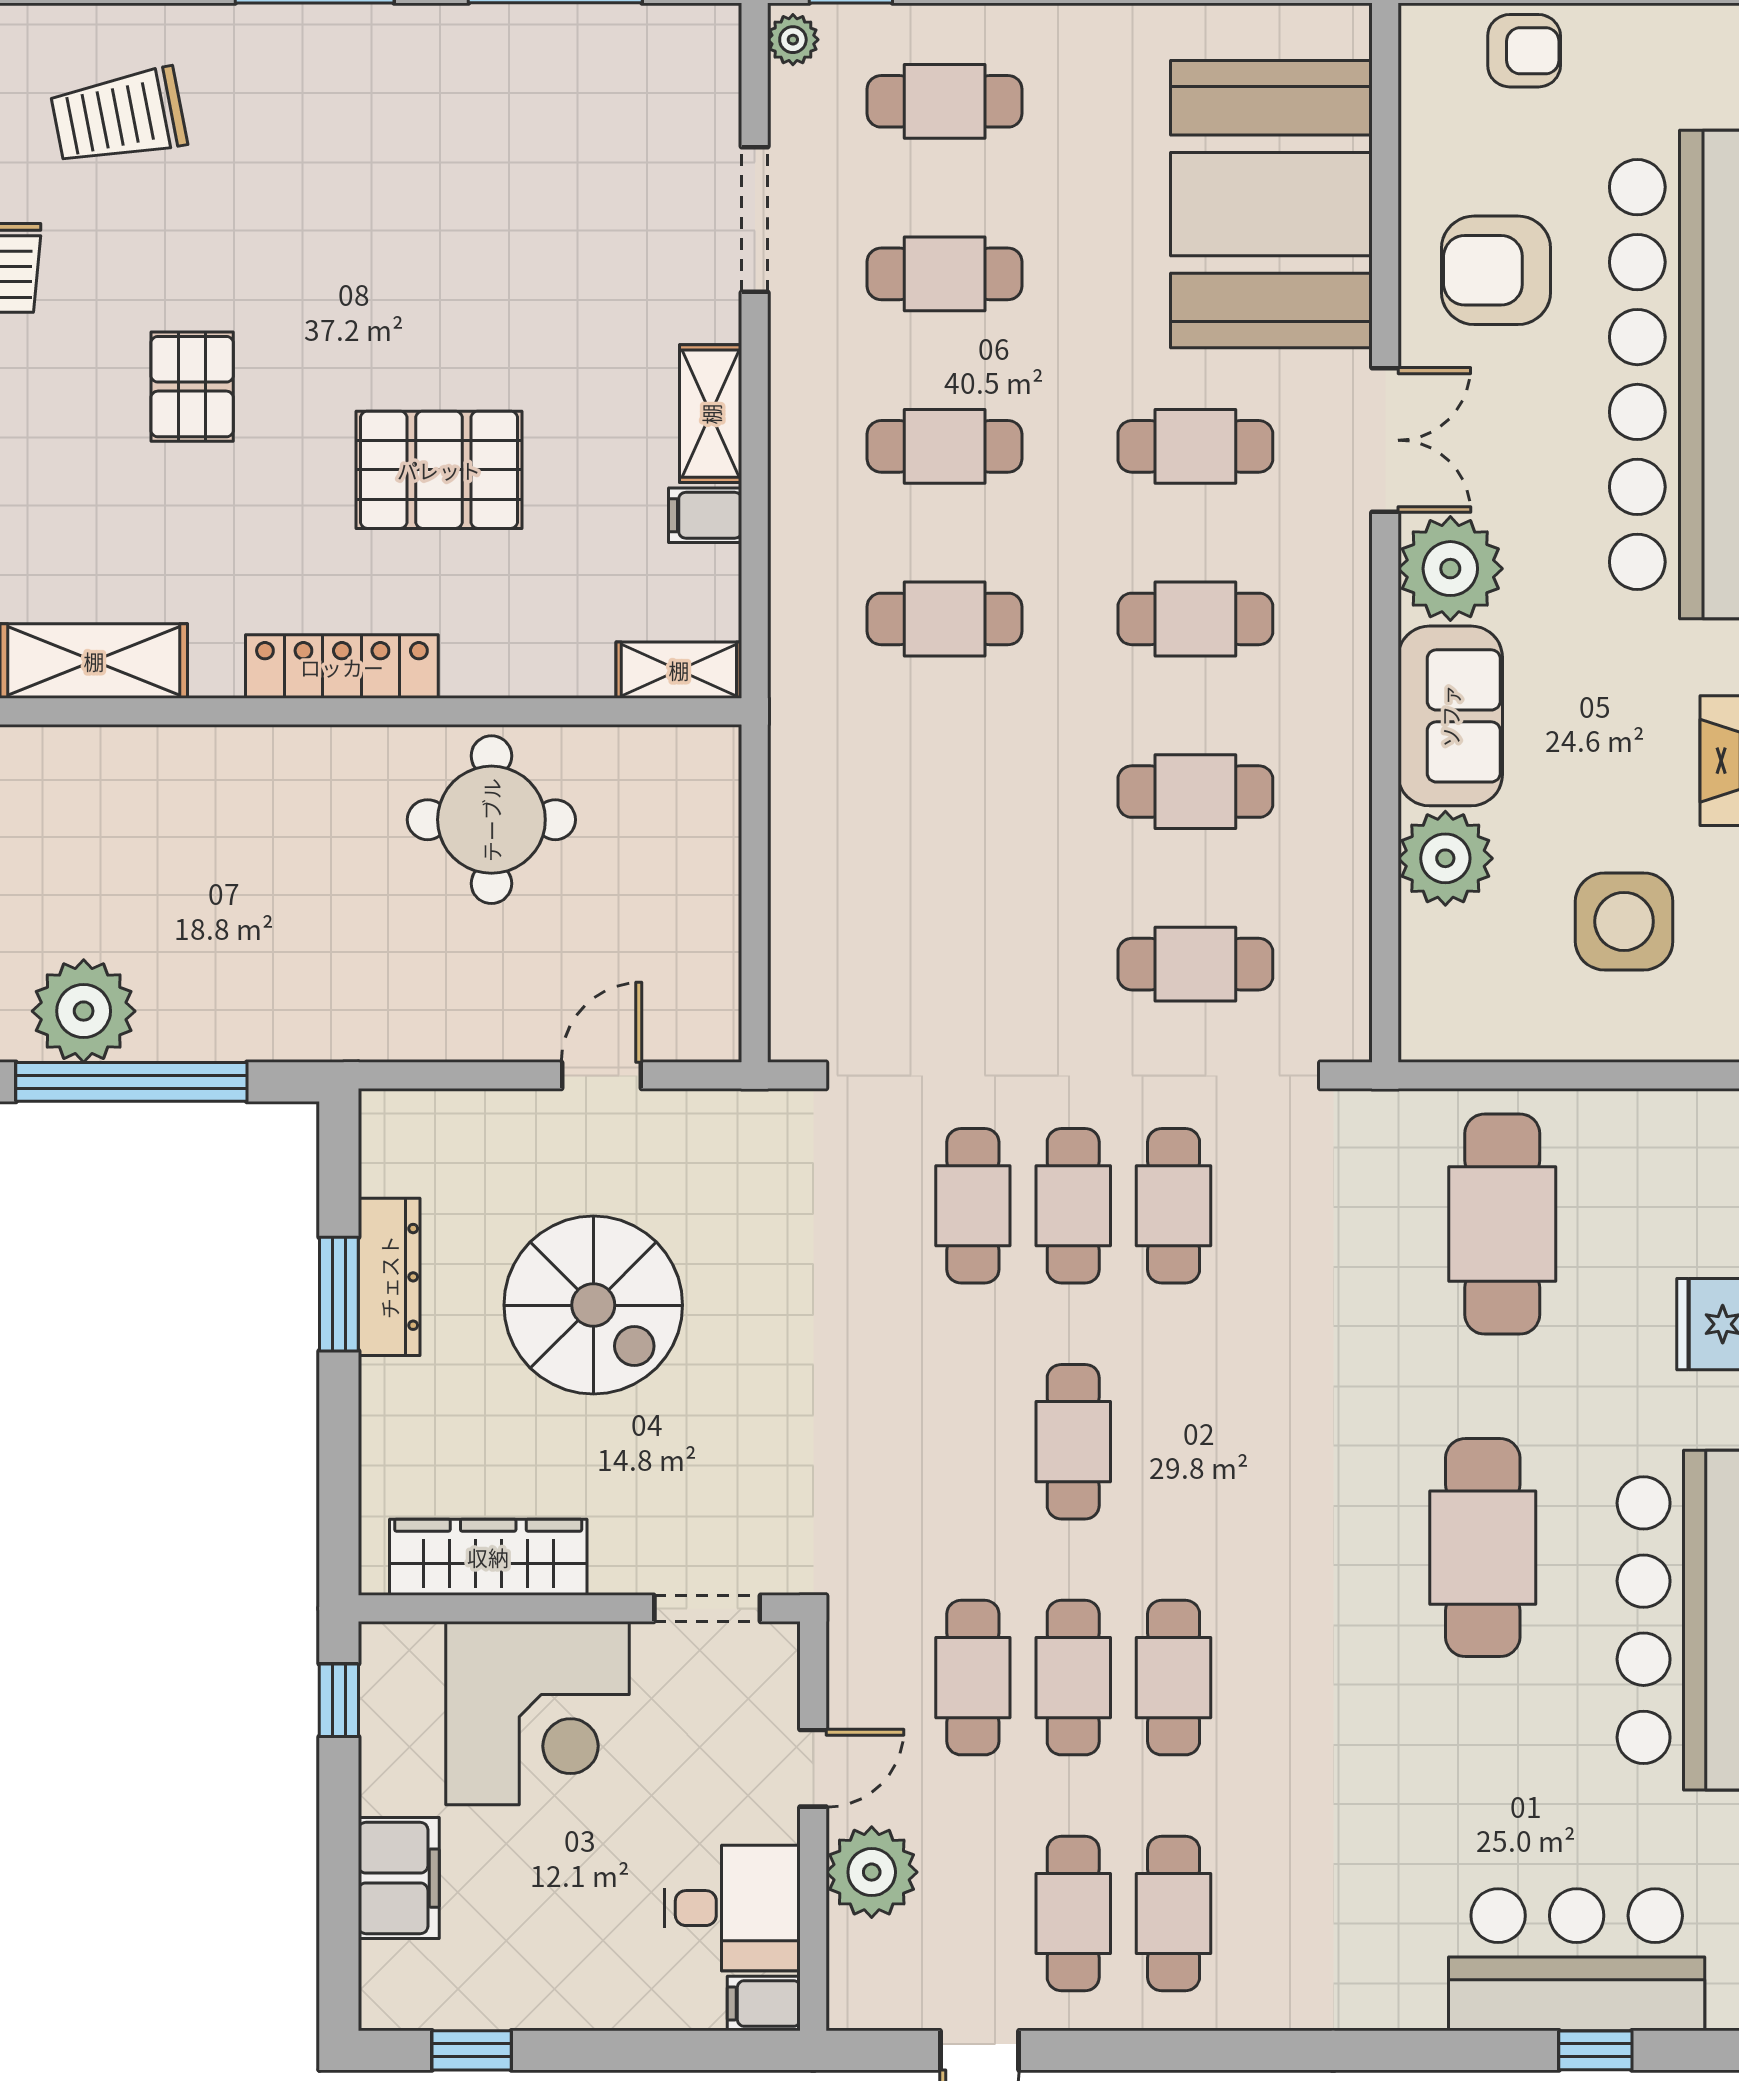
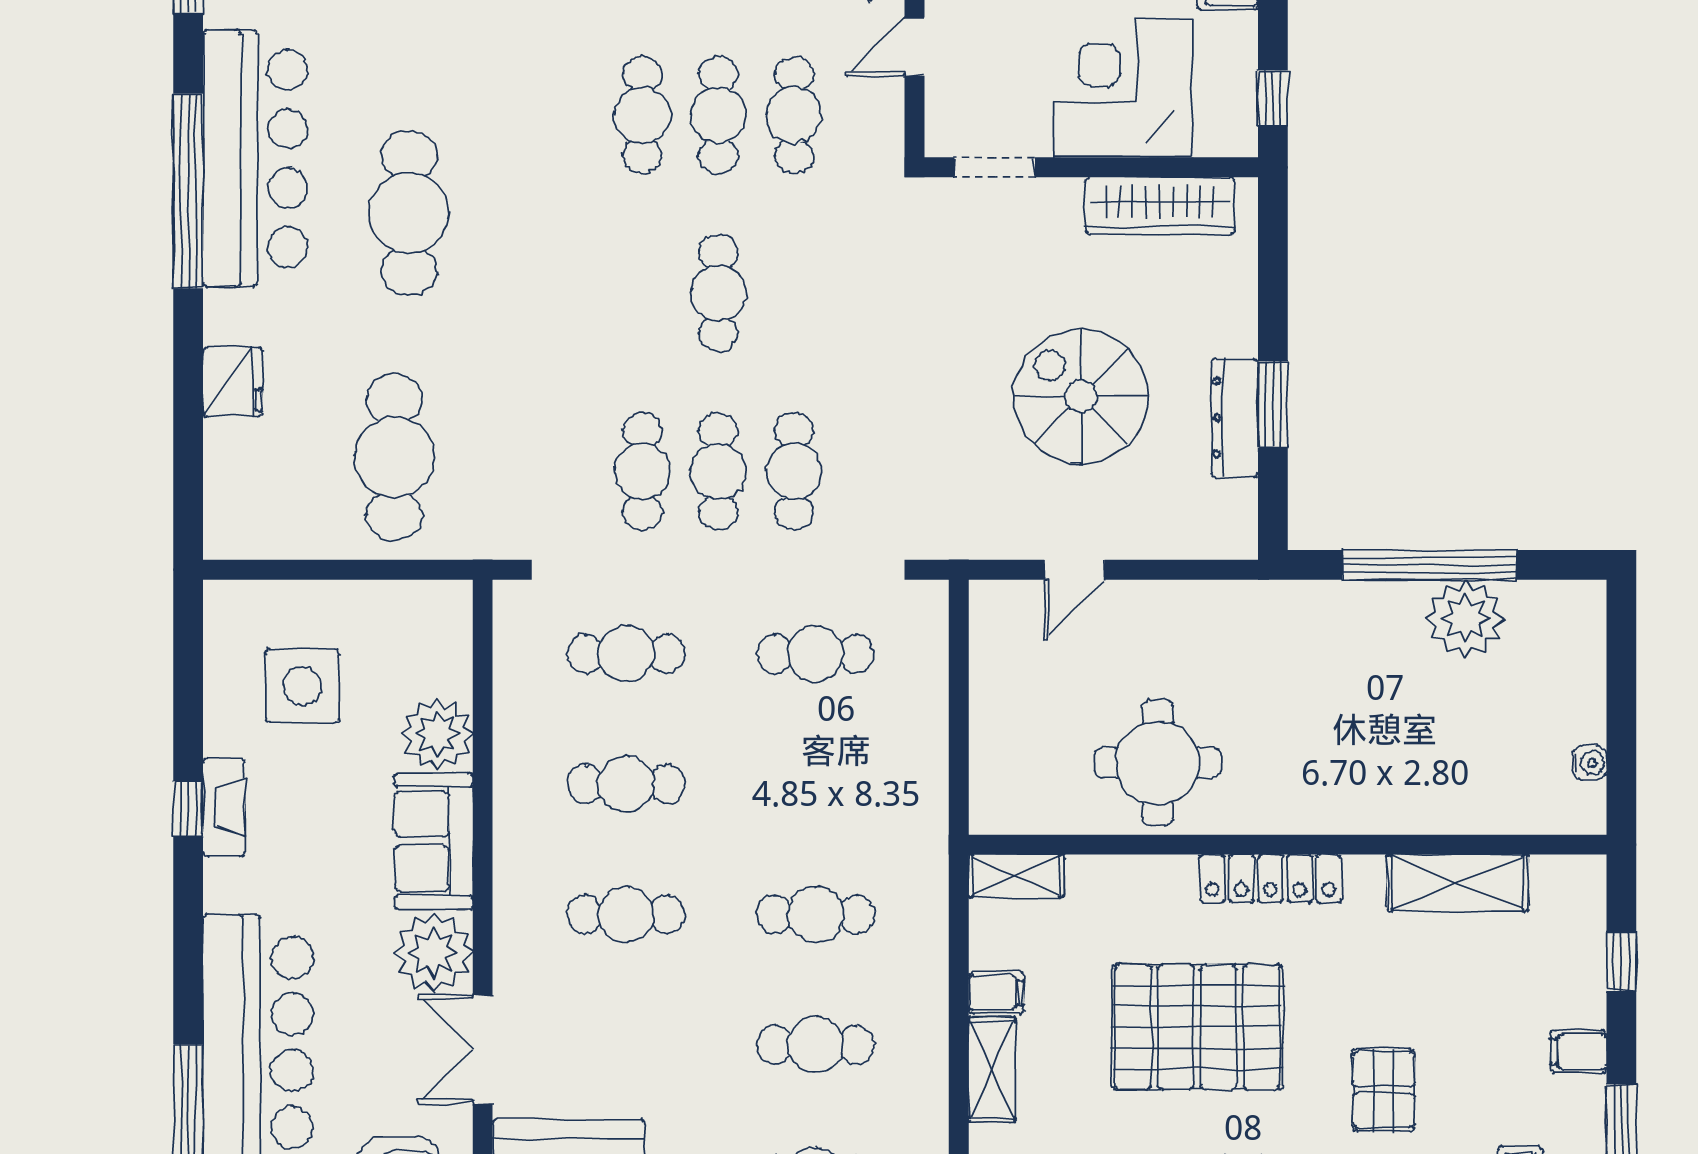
cafe table: (1195, 446) -> (815, 654), moved
pallet: (439, 470) -> (1197, 1027), width x1.37, depth x1.41

